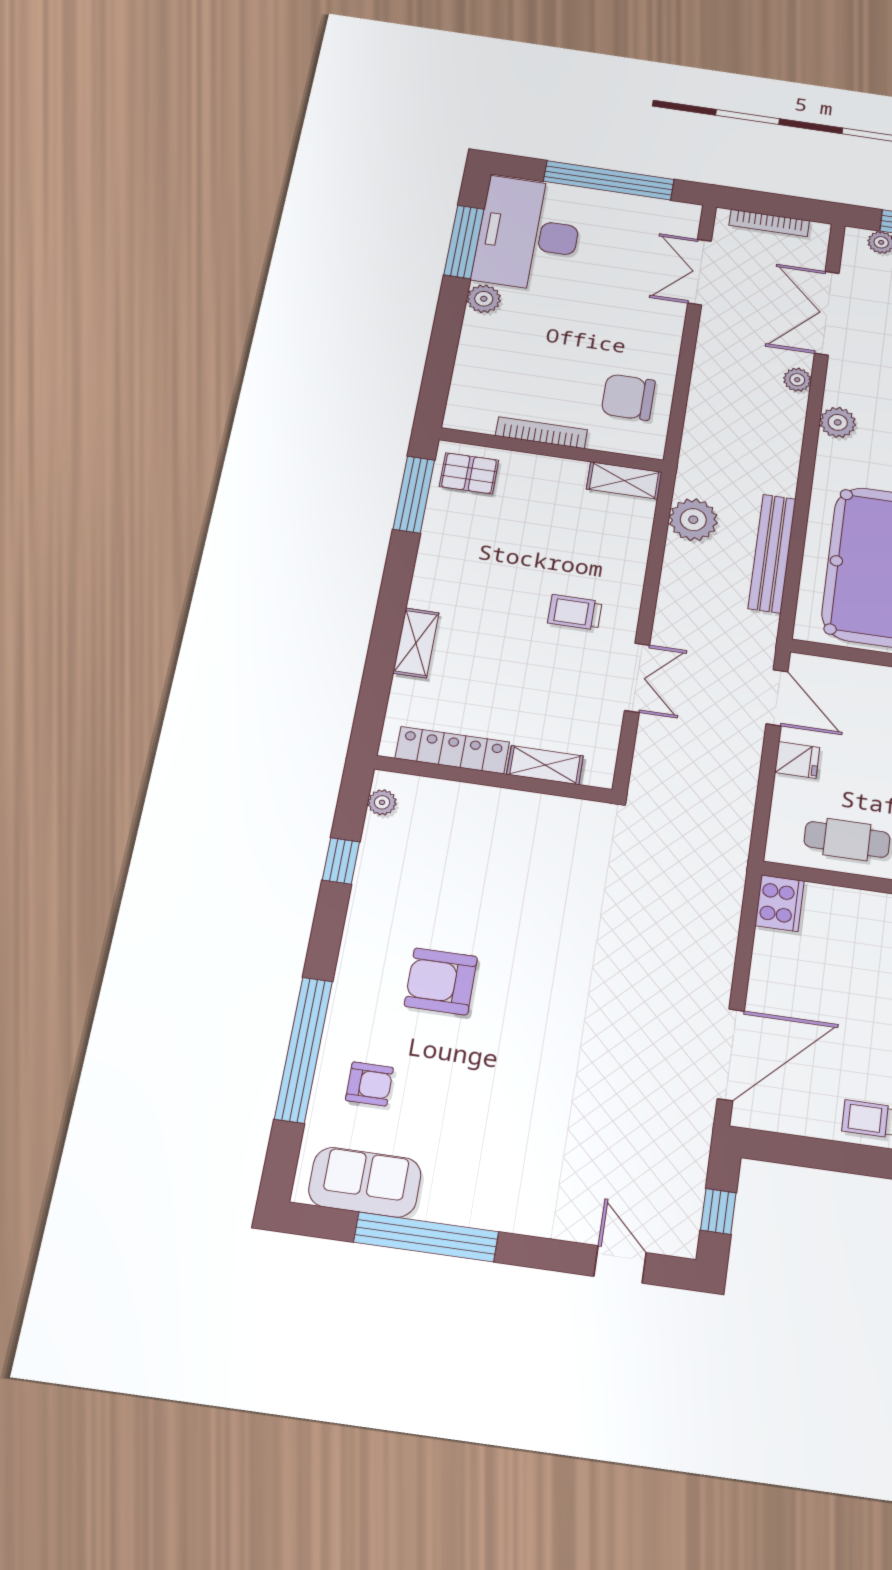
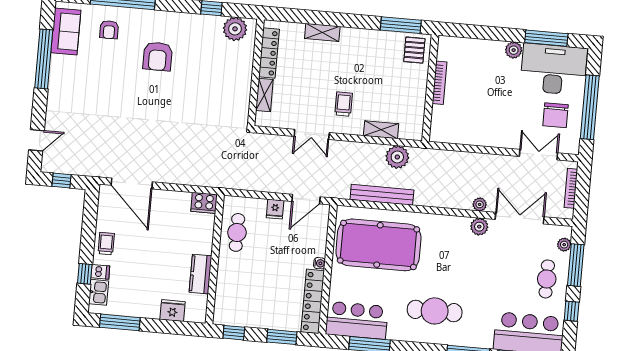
chair: (628, 397) -> (555, 115), moved, turned 180
plant: (838, 422) -> (479, 227), moved
shelving: (624, 481) -> (381, 130), moved, turned 90
plant: (382, 802) -> (235, 29), width x1.87, depth x1.87
armchair: (441, 981) -> (158, 56), turned 180

